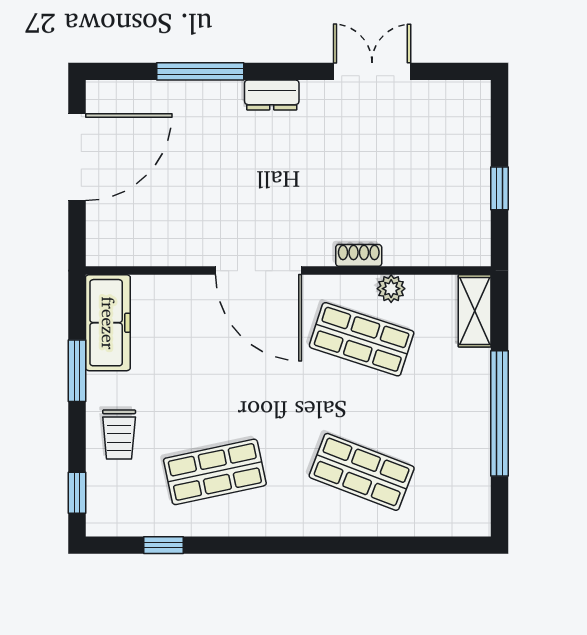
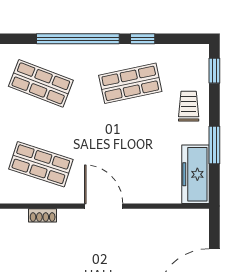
door: (259, 271) -> (104, 206), width x0.73
plant: (391, 289) -> (23, 195), removed
window: (163, 545) -> (143, 39), moved
window: (301, 545) -> (78, 39), added

